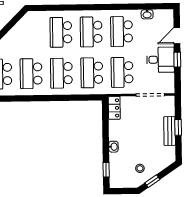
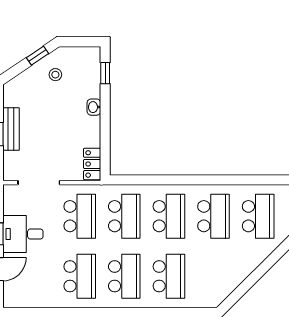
washbasin: (147, 14) -> (42, 301), removed

